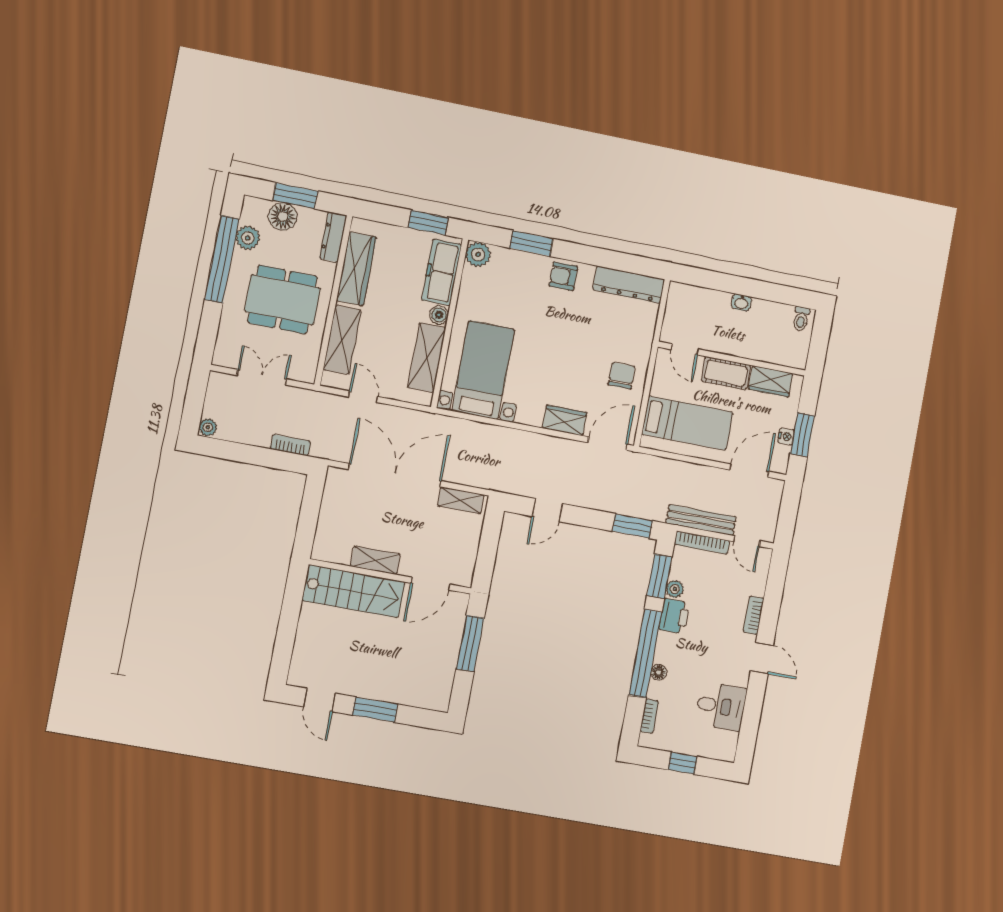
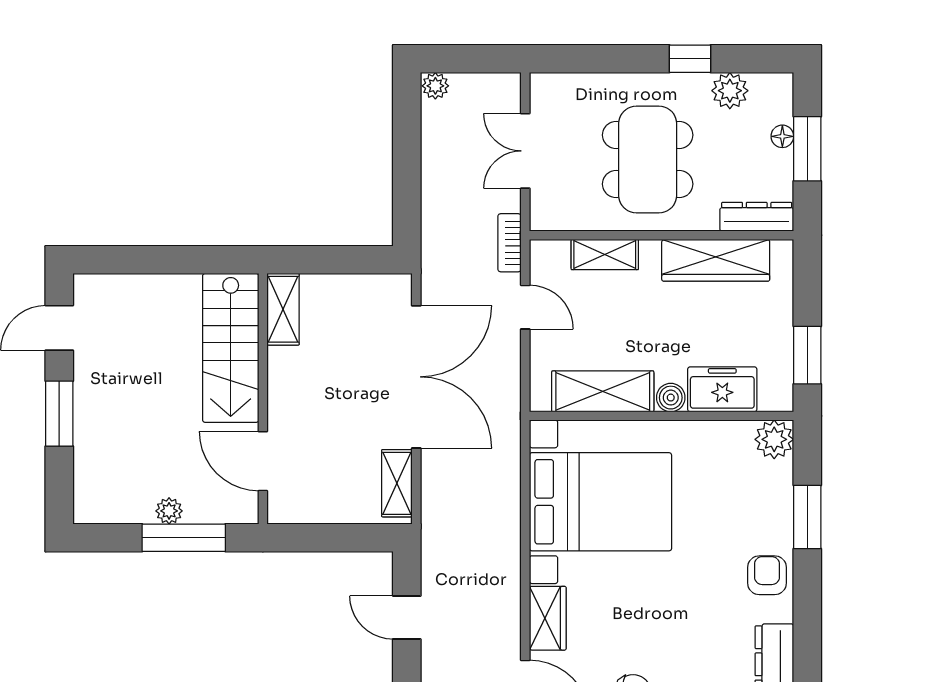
floor lamp: (283, 217) -> (782, 136), width x0.53, depth x0.53
window: (222, 259) -> (690, 59), width x0.32
freezer: (442, 272) -> (722, 389), width x0.71
shelving: (342, 340) -> (605, 255), width x0.67, depth x0.75
bed with nightstands: (483, 370) -> (600, 502), width x1.36
double door: (262, 377) -> (525, 151), swing flipped
door: (363, 397) -> (525, 307), hinge flipped
bookcase: (290, 445) -> (509, 243), moved, turned 180
shelving: (375, 560) -> (283, 309), moved
plant: (451, 650) -> (169, 511), added

